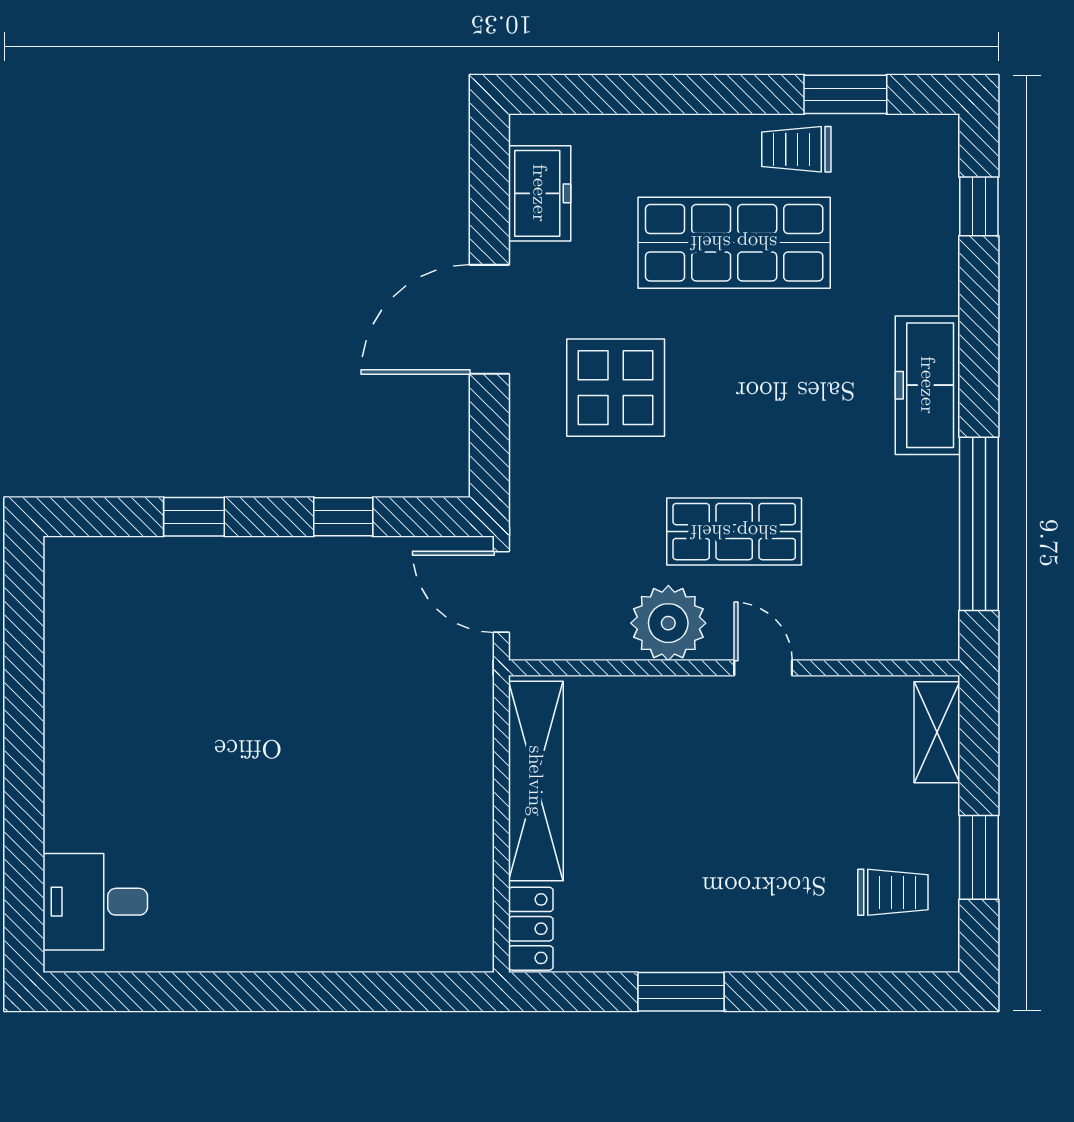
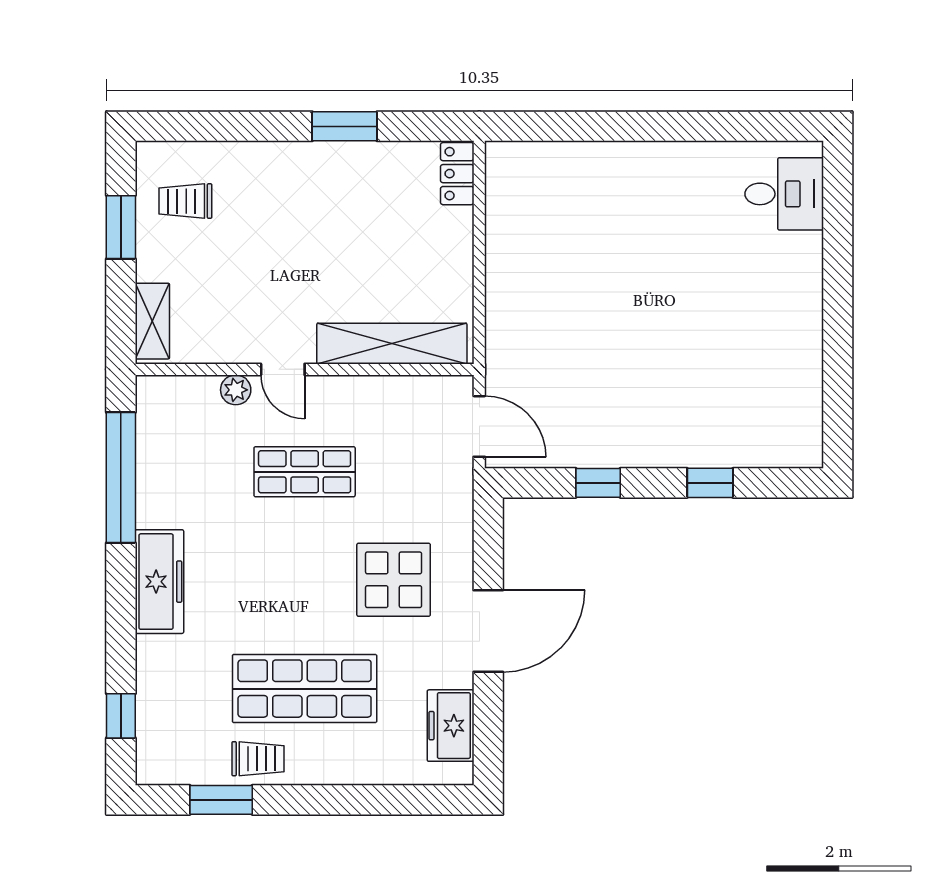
plant: (668, 623) -> (236, 390), moved, width x0.53, depth x0.53
shelving: (536, 781) -> (392, 344), moved, turned 90

